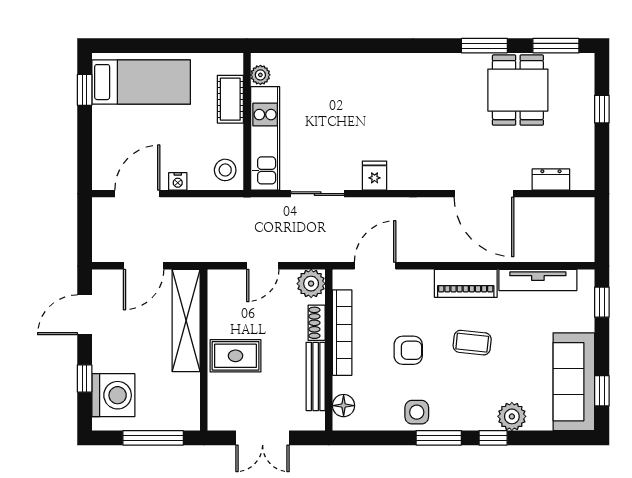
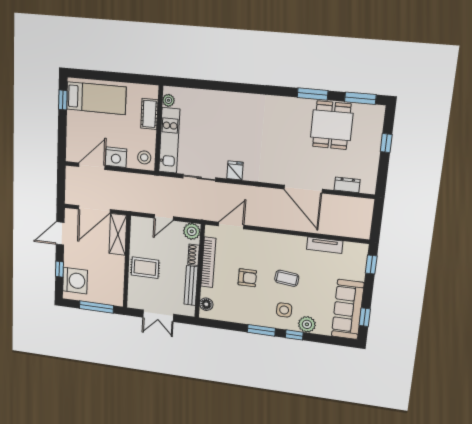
nightstand: (178, 181) -> (116, 157), width x1.89, depth x1.79
door: (144, 266) -> (94, 209), width x1.36
tv unit: (538, 280) -> (325, 245), width x0.71
piano: (466, 283) -> (286, 243), removed
shelving: (186, 320) -> (118, 234), width x0.68
side table: (417, 412) -> (284, 310), moved

